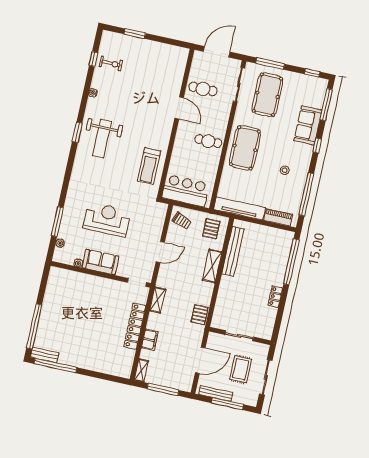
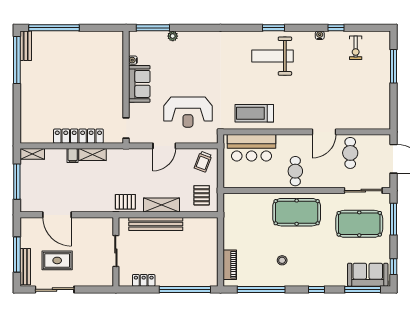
window: (135, 34) -> (393, 66), width x1.44
window: (93, 59) -> (336, 28), moved
sofa: (308, 125) -> (368, 275), moved
bar counter: (185, 191) -> (251, 148), moved, turned 90
tv unit: (240, 208) -> (230, 221), removed
reception desk: (107, 219) -> (188, 112), moved, turned 90
window: (57, 222) -> (153, 28), moved
pallet: (211, 229) -> (202, 195), turned 90
plant: (60, 243) -> (173, 36), moved
bench: (233, 251) -> (156, 224), moved
door: (160, 252) -> (164, 146), hinge flipped
shelving: (158, 300) -> (93, 155), moved
pallet: (200, 315) -> (125, 202), moved
sliding door: (239, 336) -> (116, 251), moved
wall: (240, 336) -> (116, 252), moved
filing cabinet: (150, 340) -> (73, 156), width x0.50
bench: (216, 393) -> (25, 267), moved

